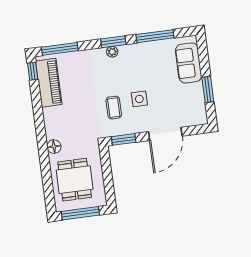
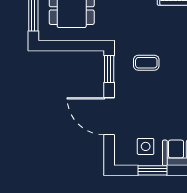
side table: (139, 99) -> (146, 146), moved

